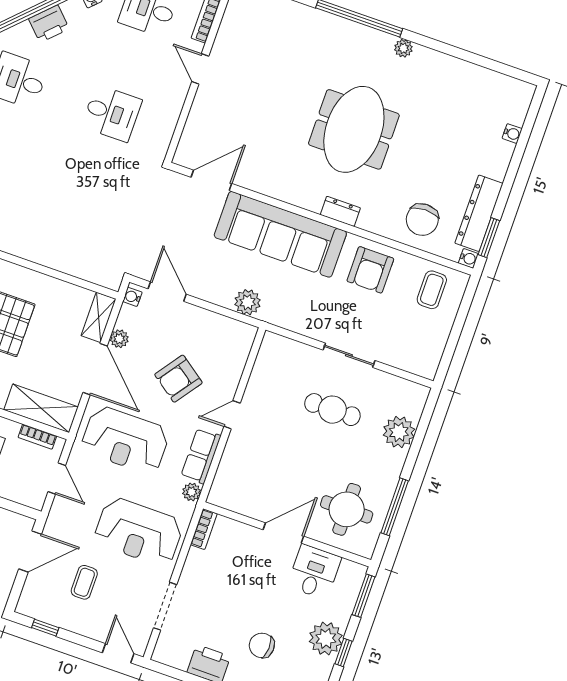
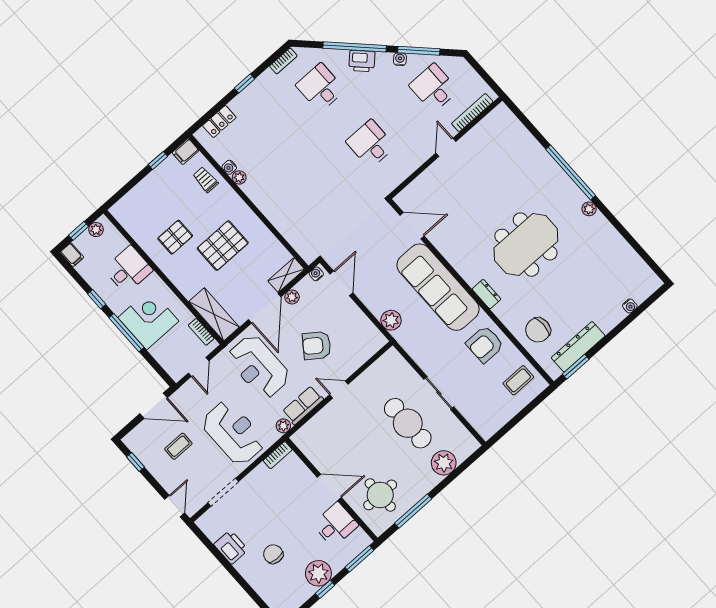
desk: (112, 113) -> (371, 144), turned 180
water cooler: (468, 258) -> (554, 373), removed
cafe table: (332, 410) -> (408, 423), width x1.37, depth x1.35
reception desk: (139, 532) -> (233, 433), turned 180

